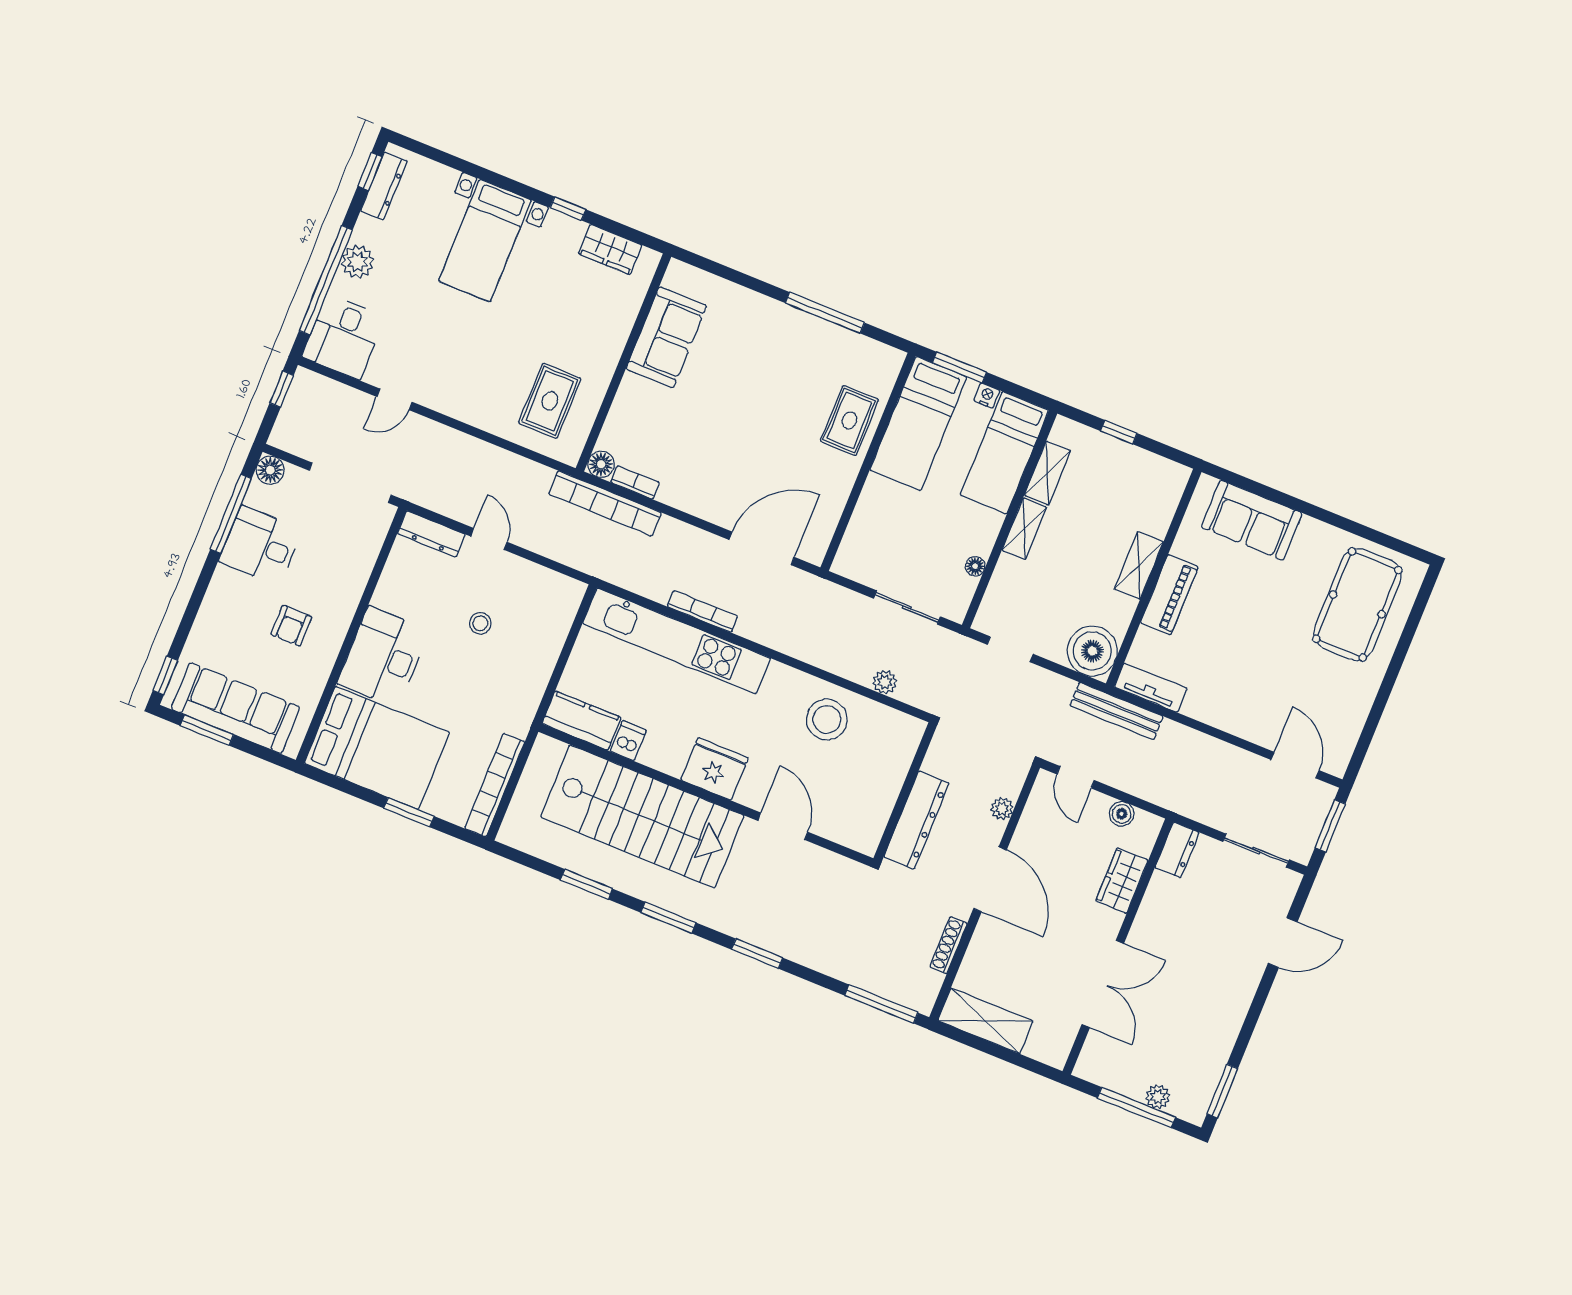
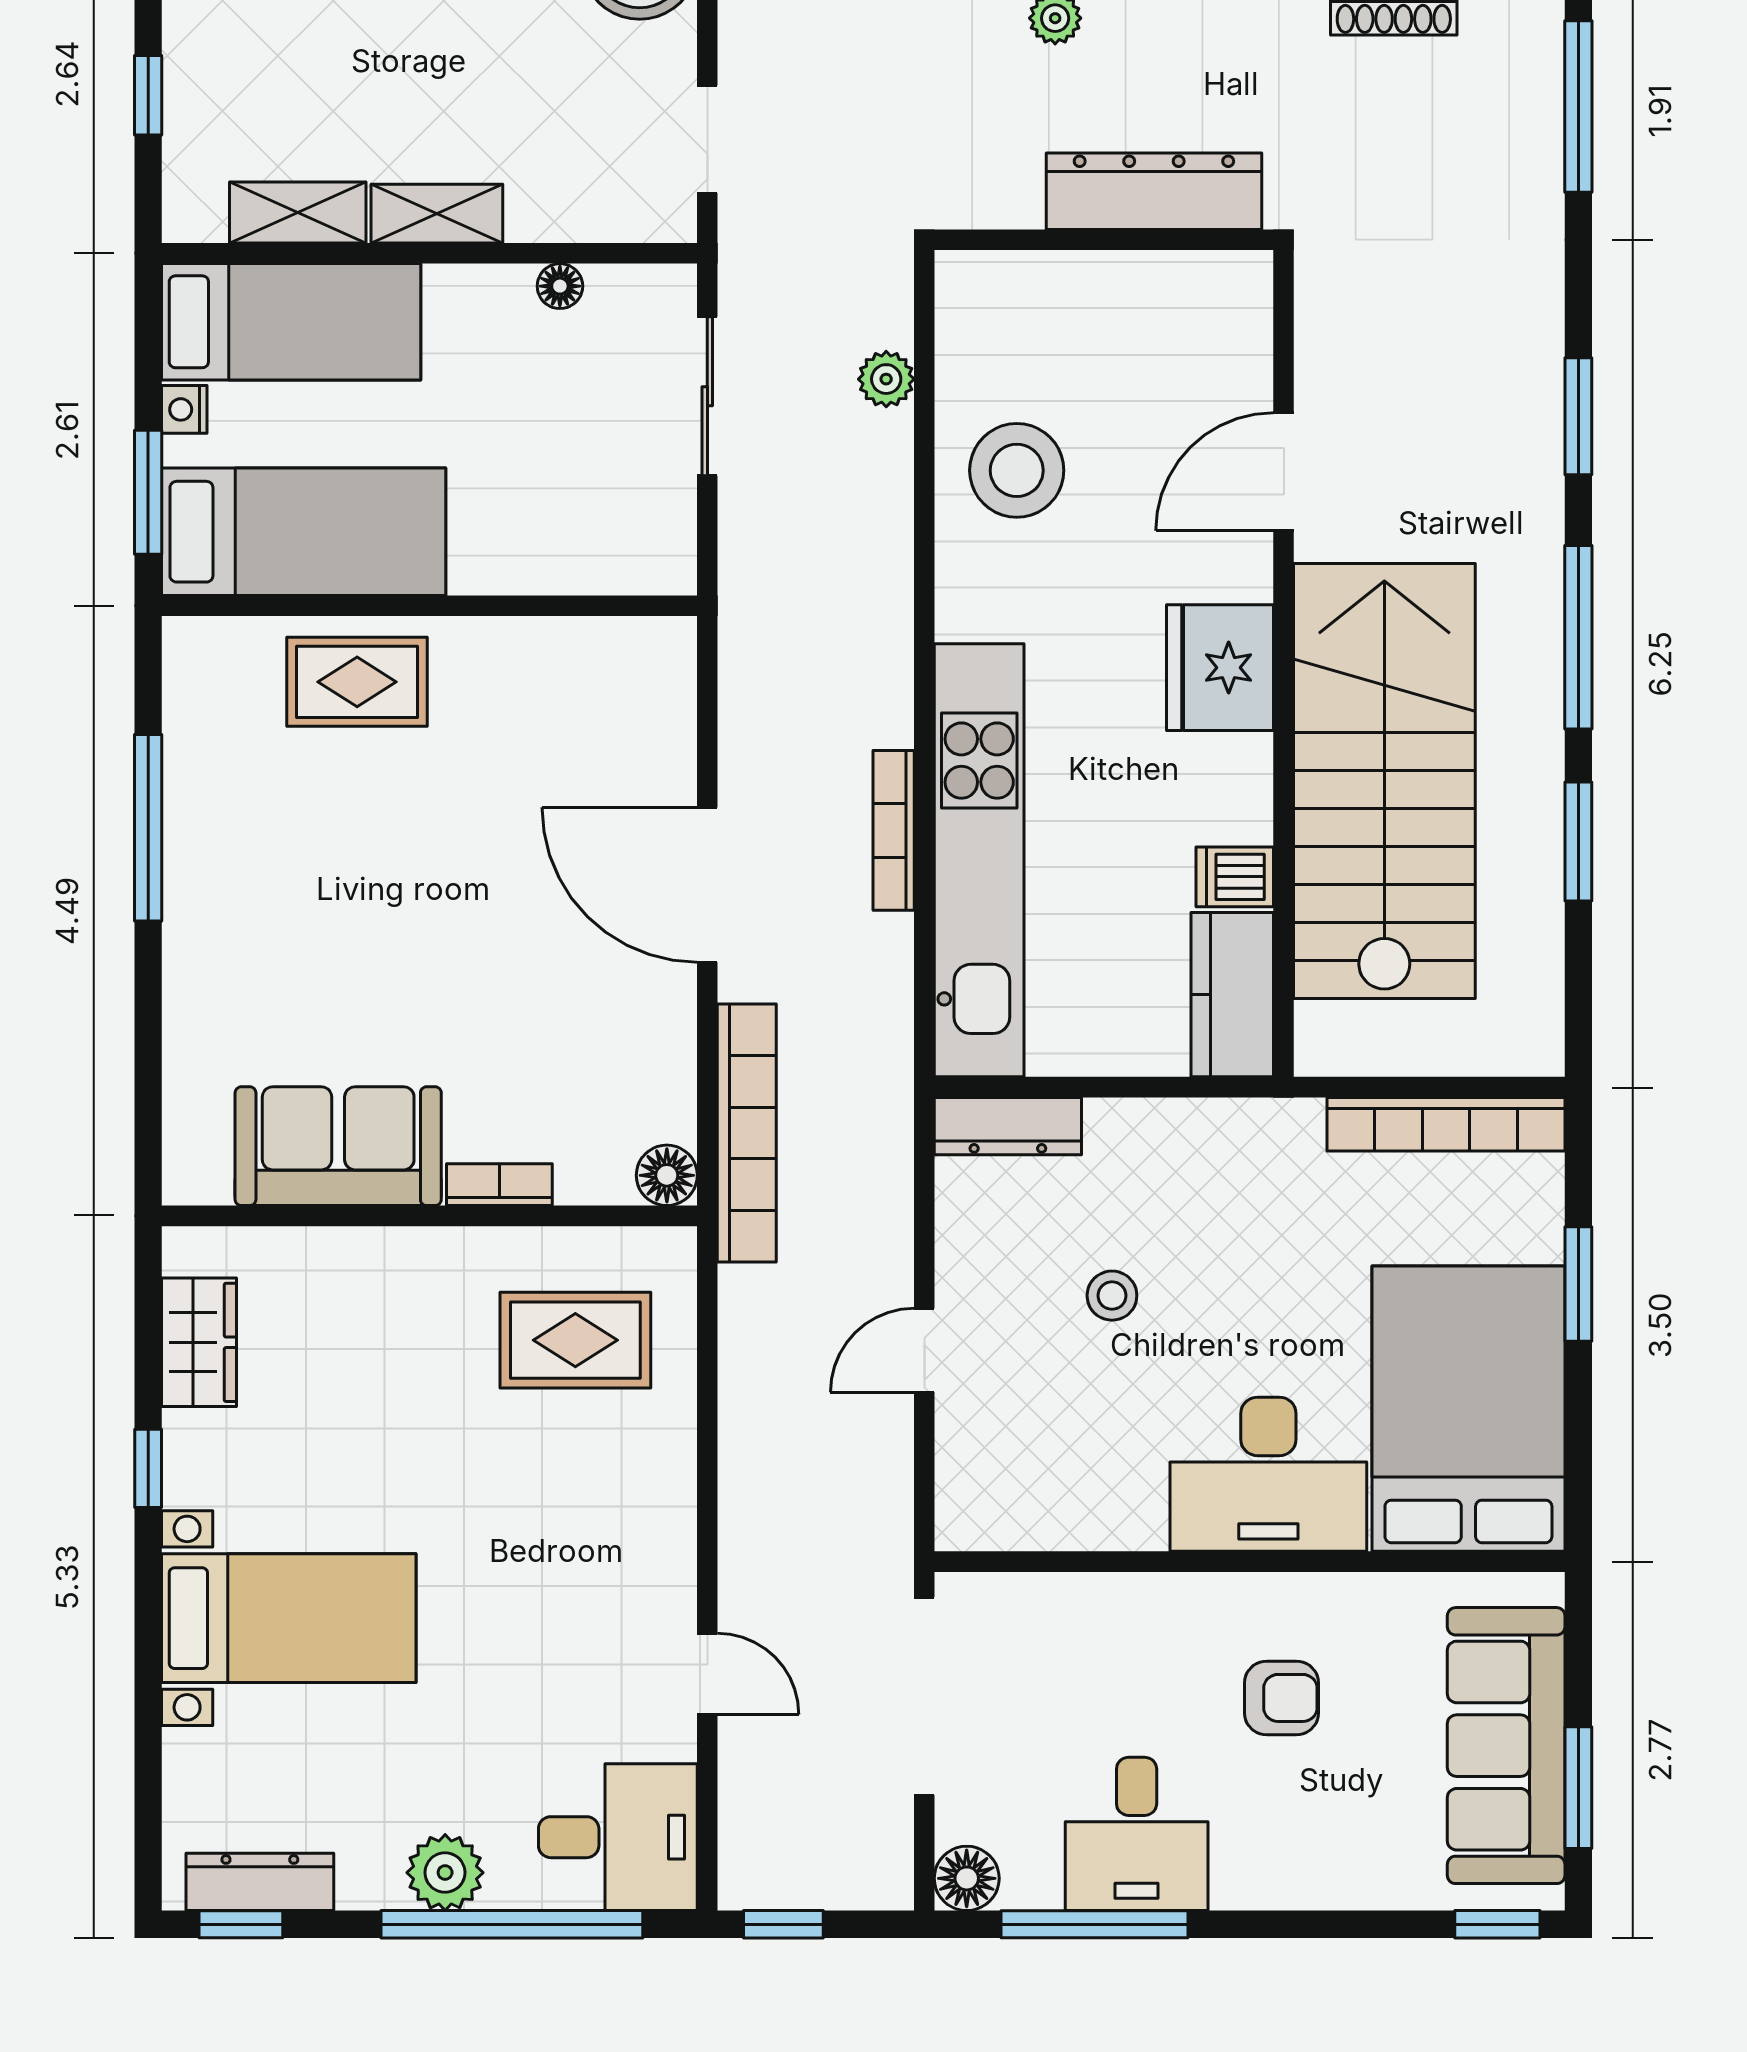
bookcase: (635, 482) -> (499, 1185), moved, turned 90
dresser: (431, 534) -> (1008, 1126), moved, turned 90
door: (762, 548) -> (707, 885), moved
window: (668, 918) -> (1578, 637), width x1.44

